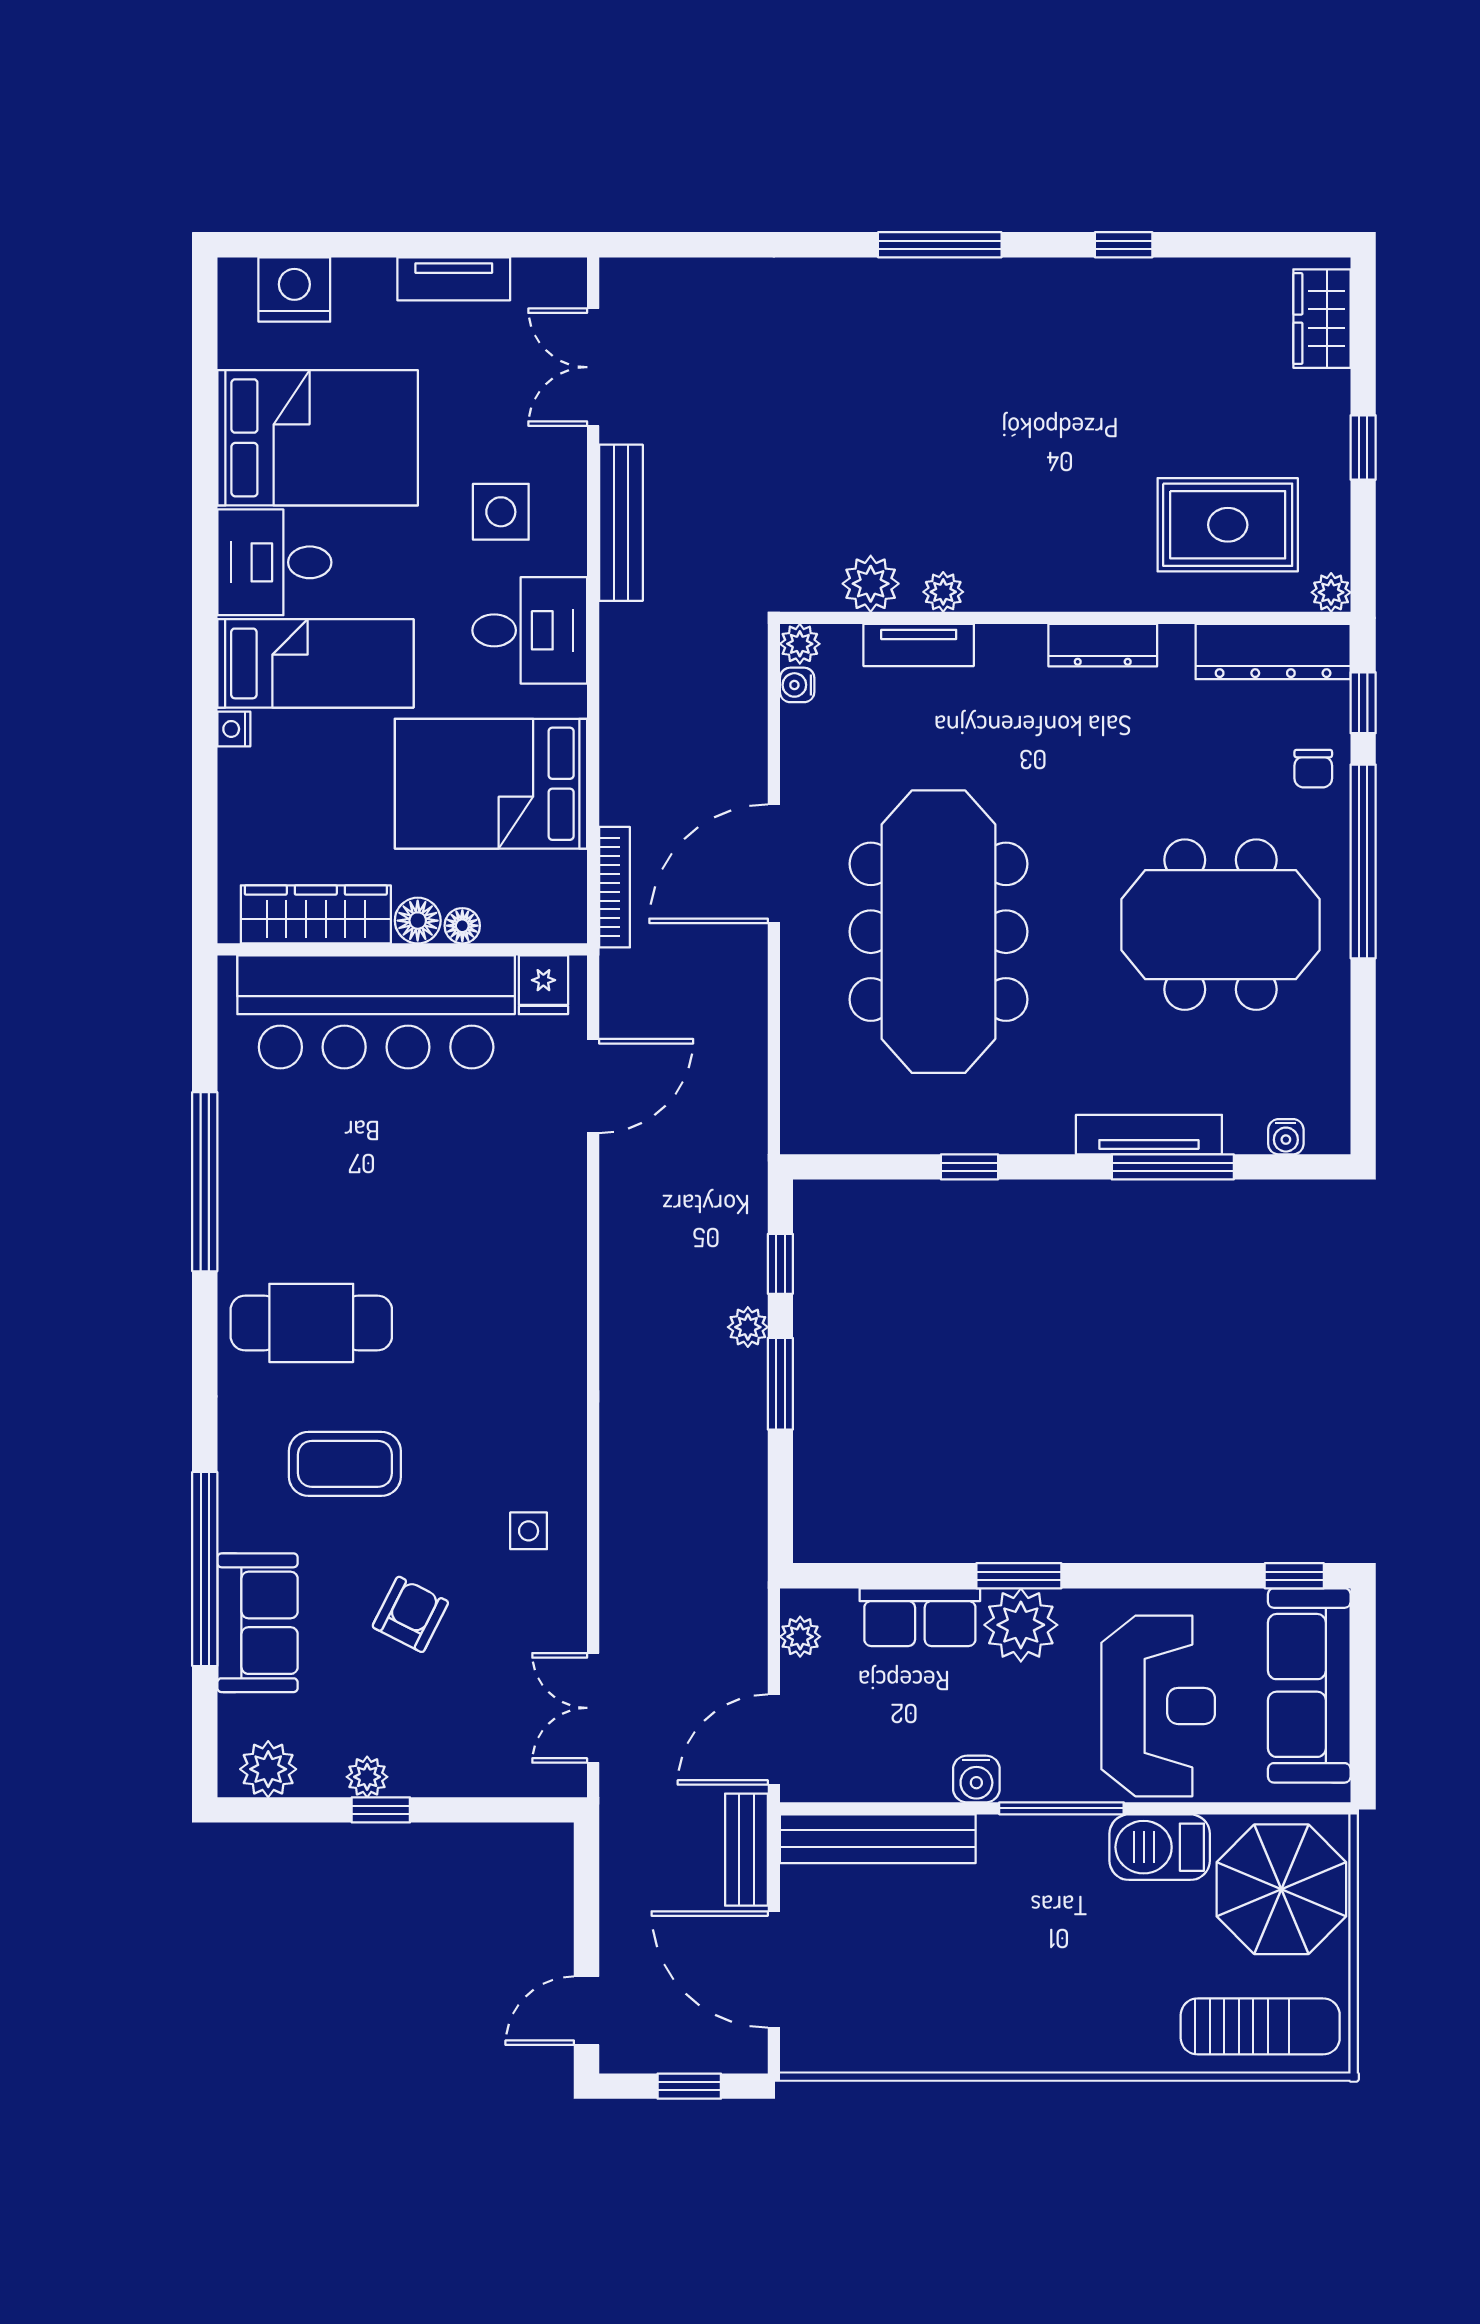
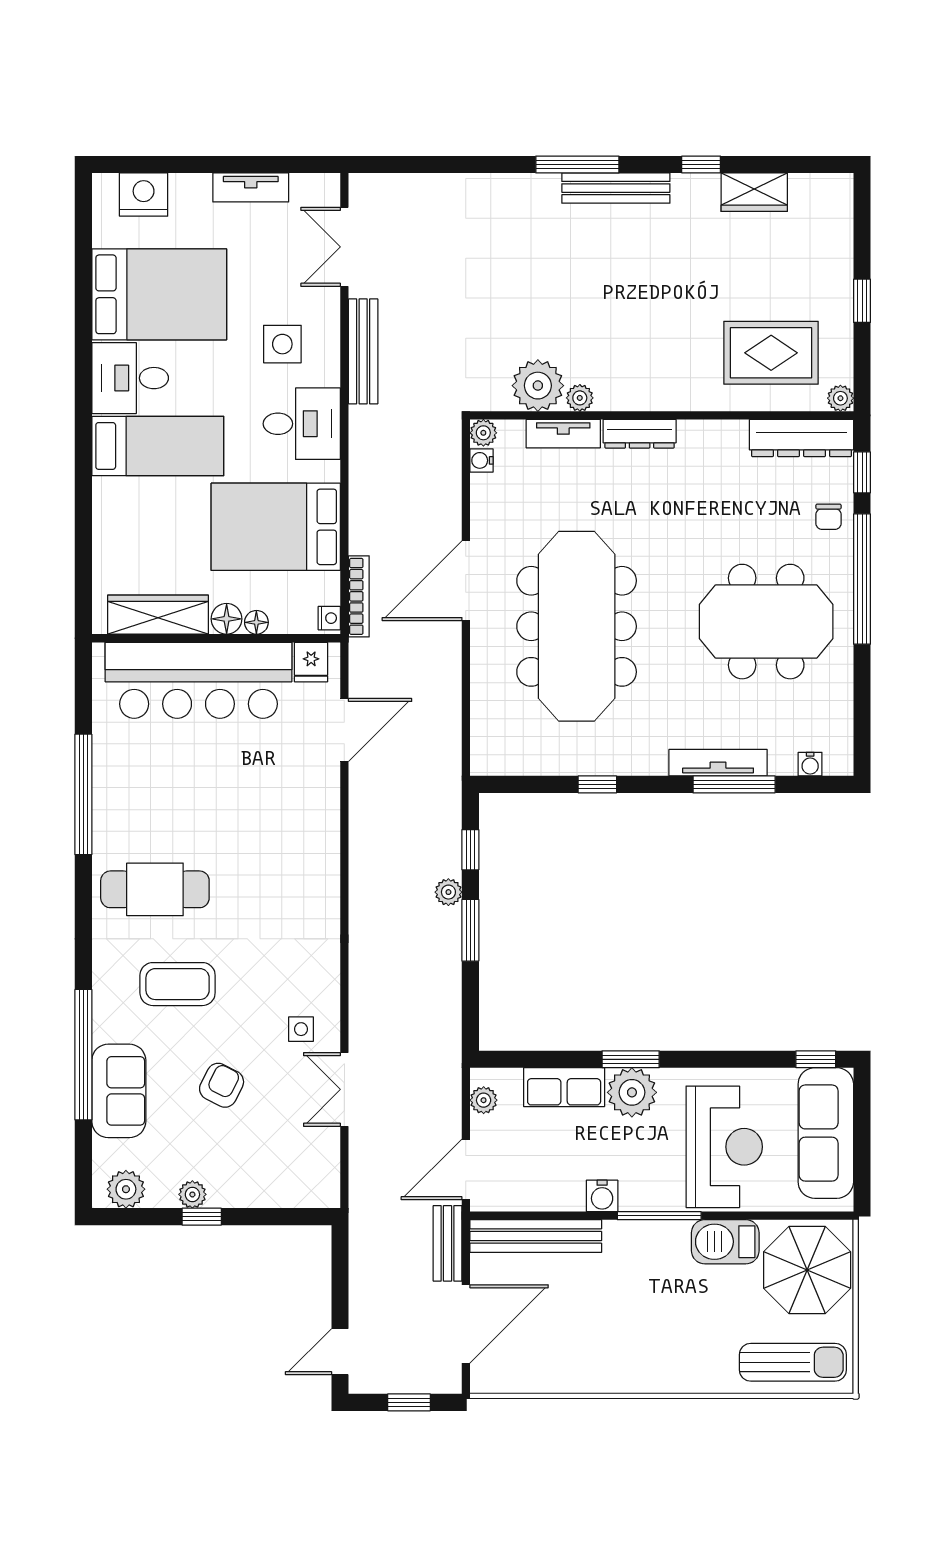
bench: (997, 280) -> (616, 188), added
wardrobe: (1322, 319) -> (754, 192), moved, turned -90
plant: (871, 584) -> (538, 386), width x1.36, depth x1.36
dresser: (1103, 645) -> (640, 434), moved
nightstand: (234, 729) -> (329, 618), moved, turned 180
double door: (593, 1708) -> (344, 1089), moved
door: (774, 1969) -> (466, 1324), swing flipped

